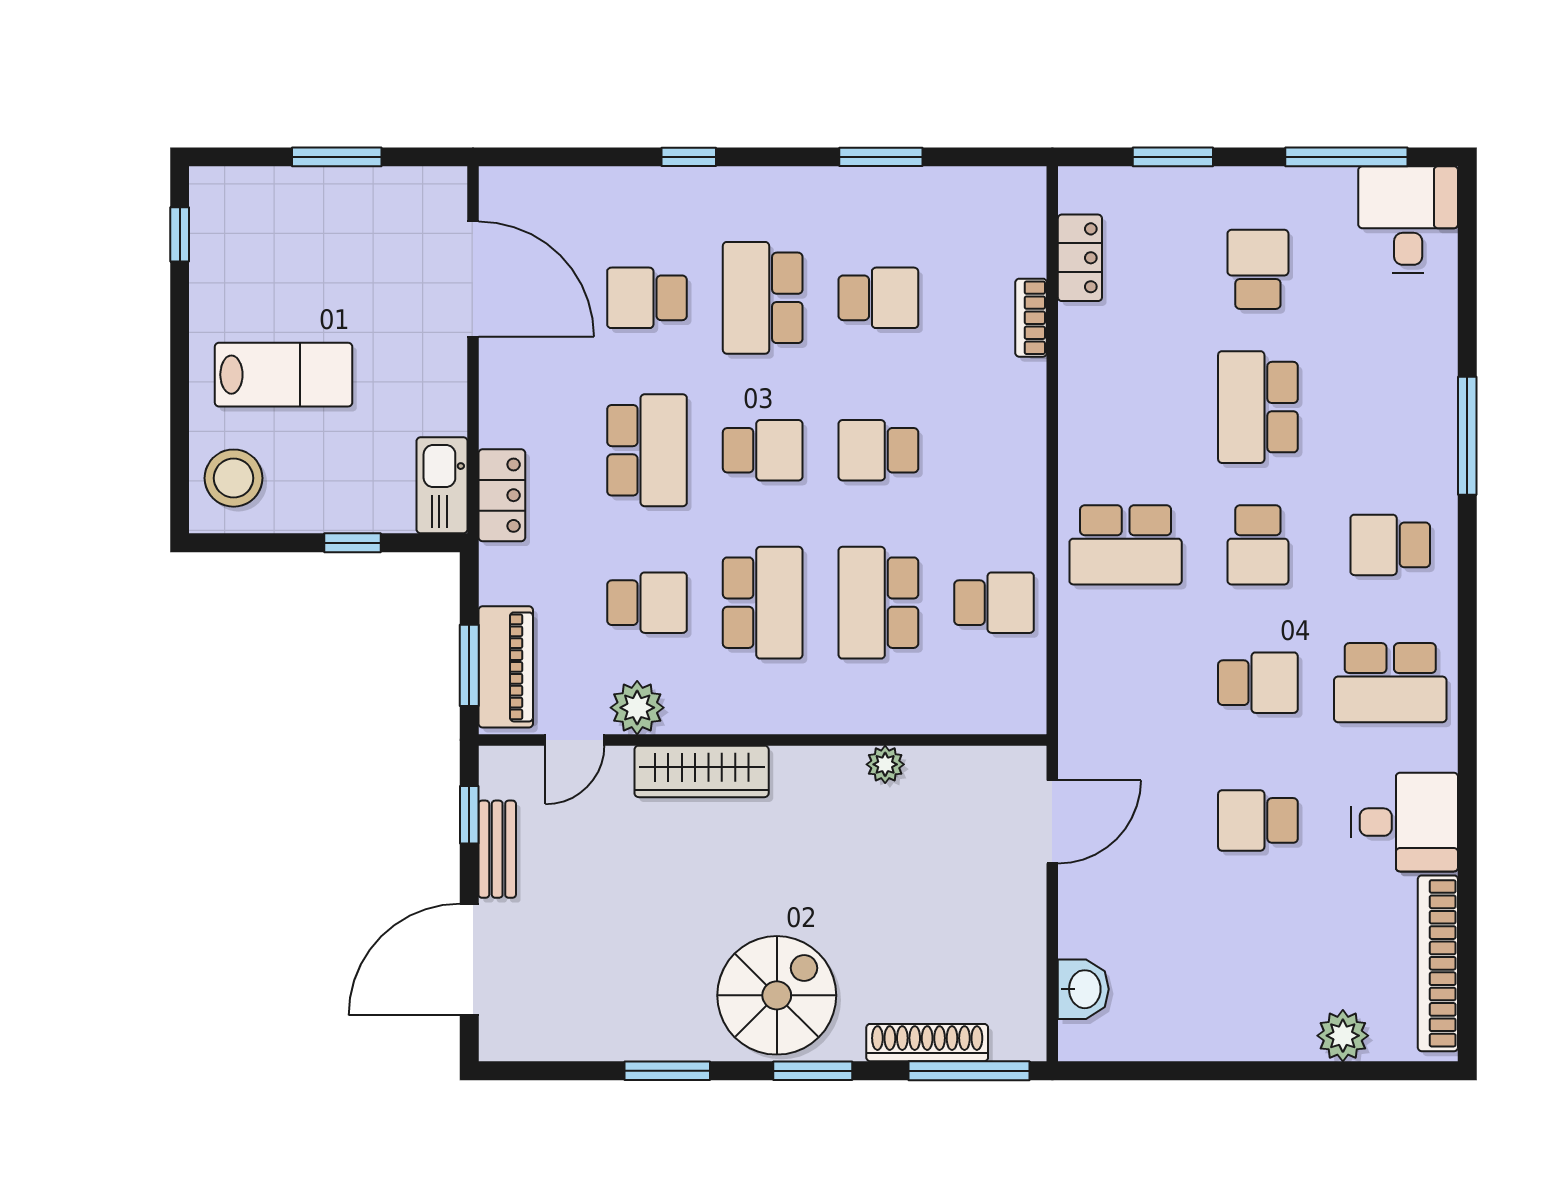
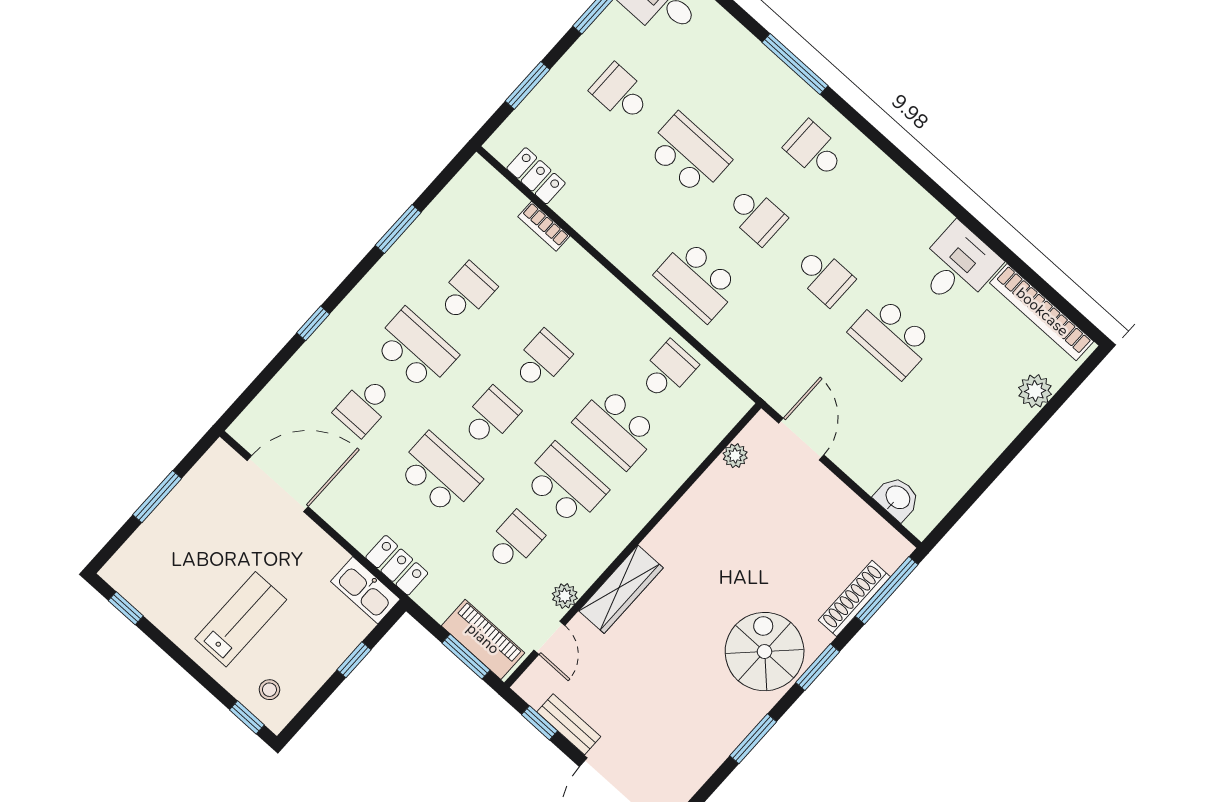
school desk: (763, 298) -> (415, 350), turned 180
school desk: (1258, 407) -> (688, 154), turned 180
school desk: (878, 450) -> (541, 360), turned 180
stool: (234, 478) -> (269, 690), width x0.53, depth x0.53
window: (180, 481) -> (247, 717), added
school desk: (1126, 545) -> (697, 280), turned 90
school desk: (1390, 545) -> (815, 150), turned 90
school desk: (1258, 683) -> (824, 276), turned 90
school desk: (1390, 683) -> (882, 211), removed
plant: (637, 708) -> (565, 596), width x0.73, depth x0.73
plant: (885, 764) -> (735, 456), moved
school desk: (1258, 820) -> (892, 337), width x1.85

